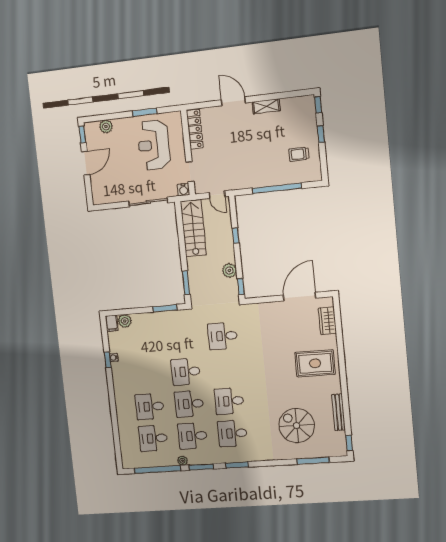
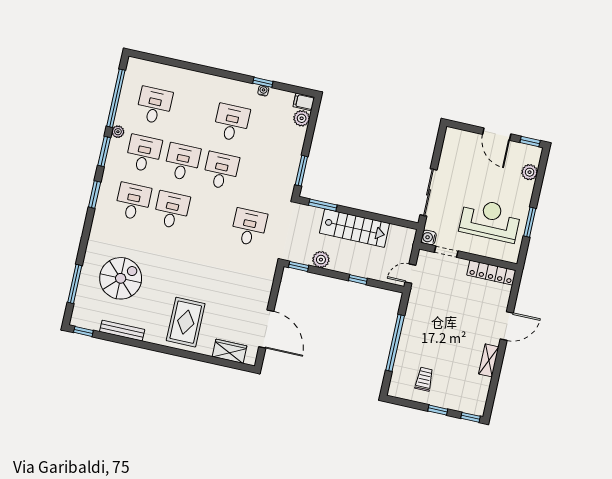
stairs: (193, 228) -> (355, 228), moved
desk: (150, 407) -> (232, 123), moved

